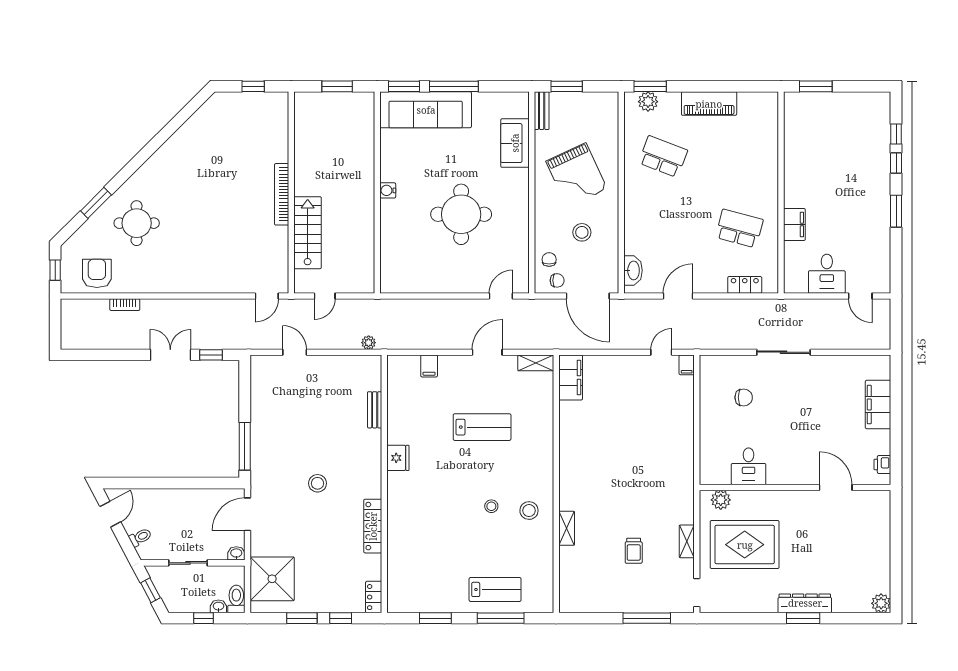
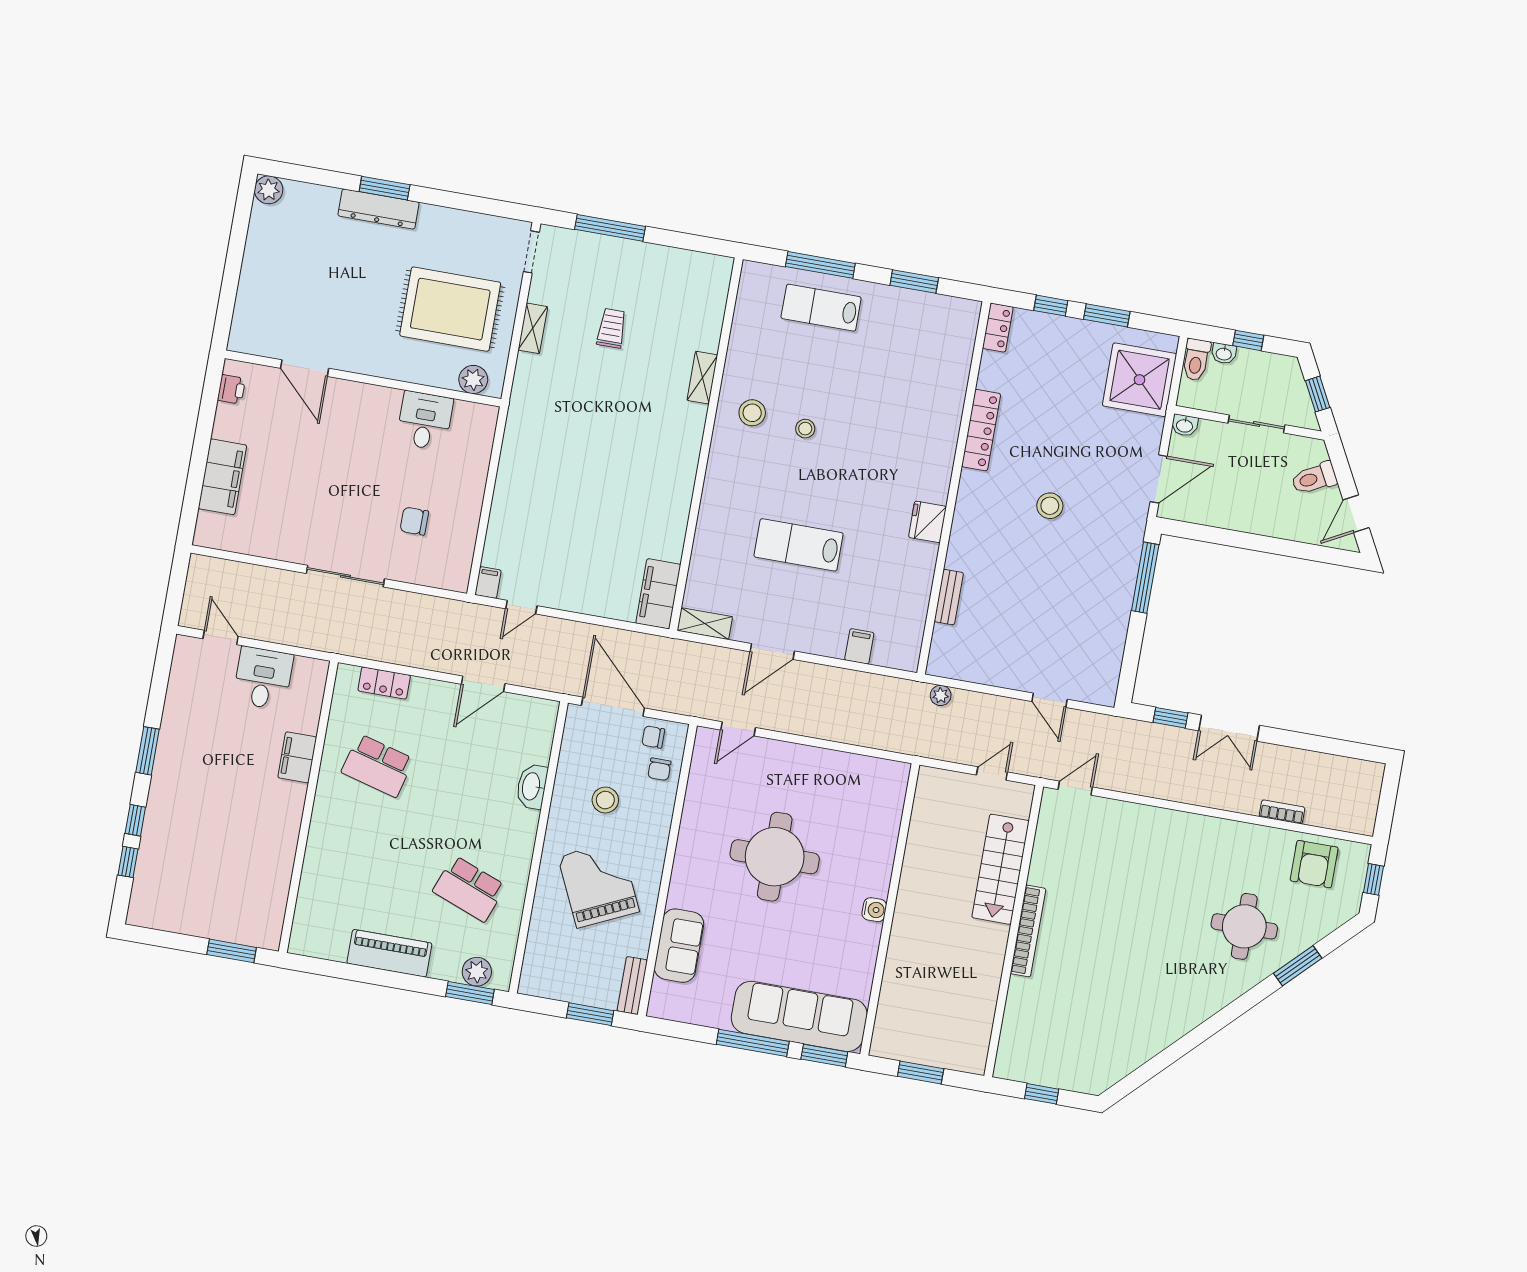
washbasin: (633, 270) -> (532, 786), moved
toilet: (140, 537) -> (1314, 478), width x1.37, depth x1.39

